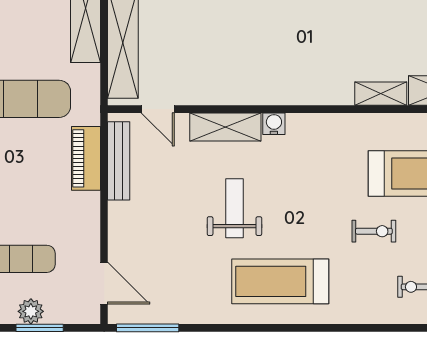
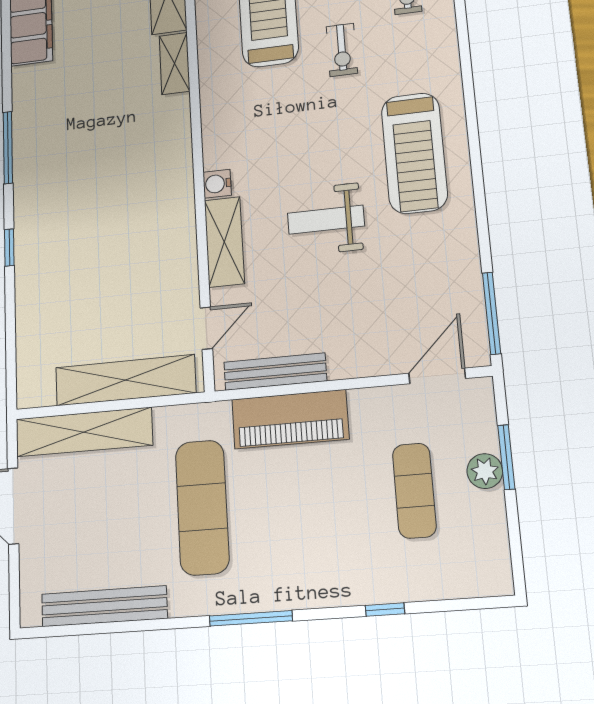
piano: (86, 158) -> (290, 419), width x1.37, depth x1.33
exercise bike: (374, 231) -> (342, 50), turned 180

